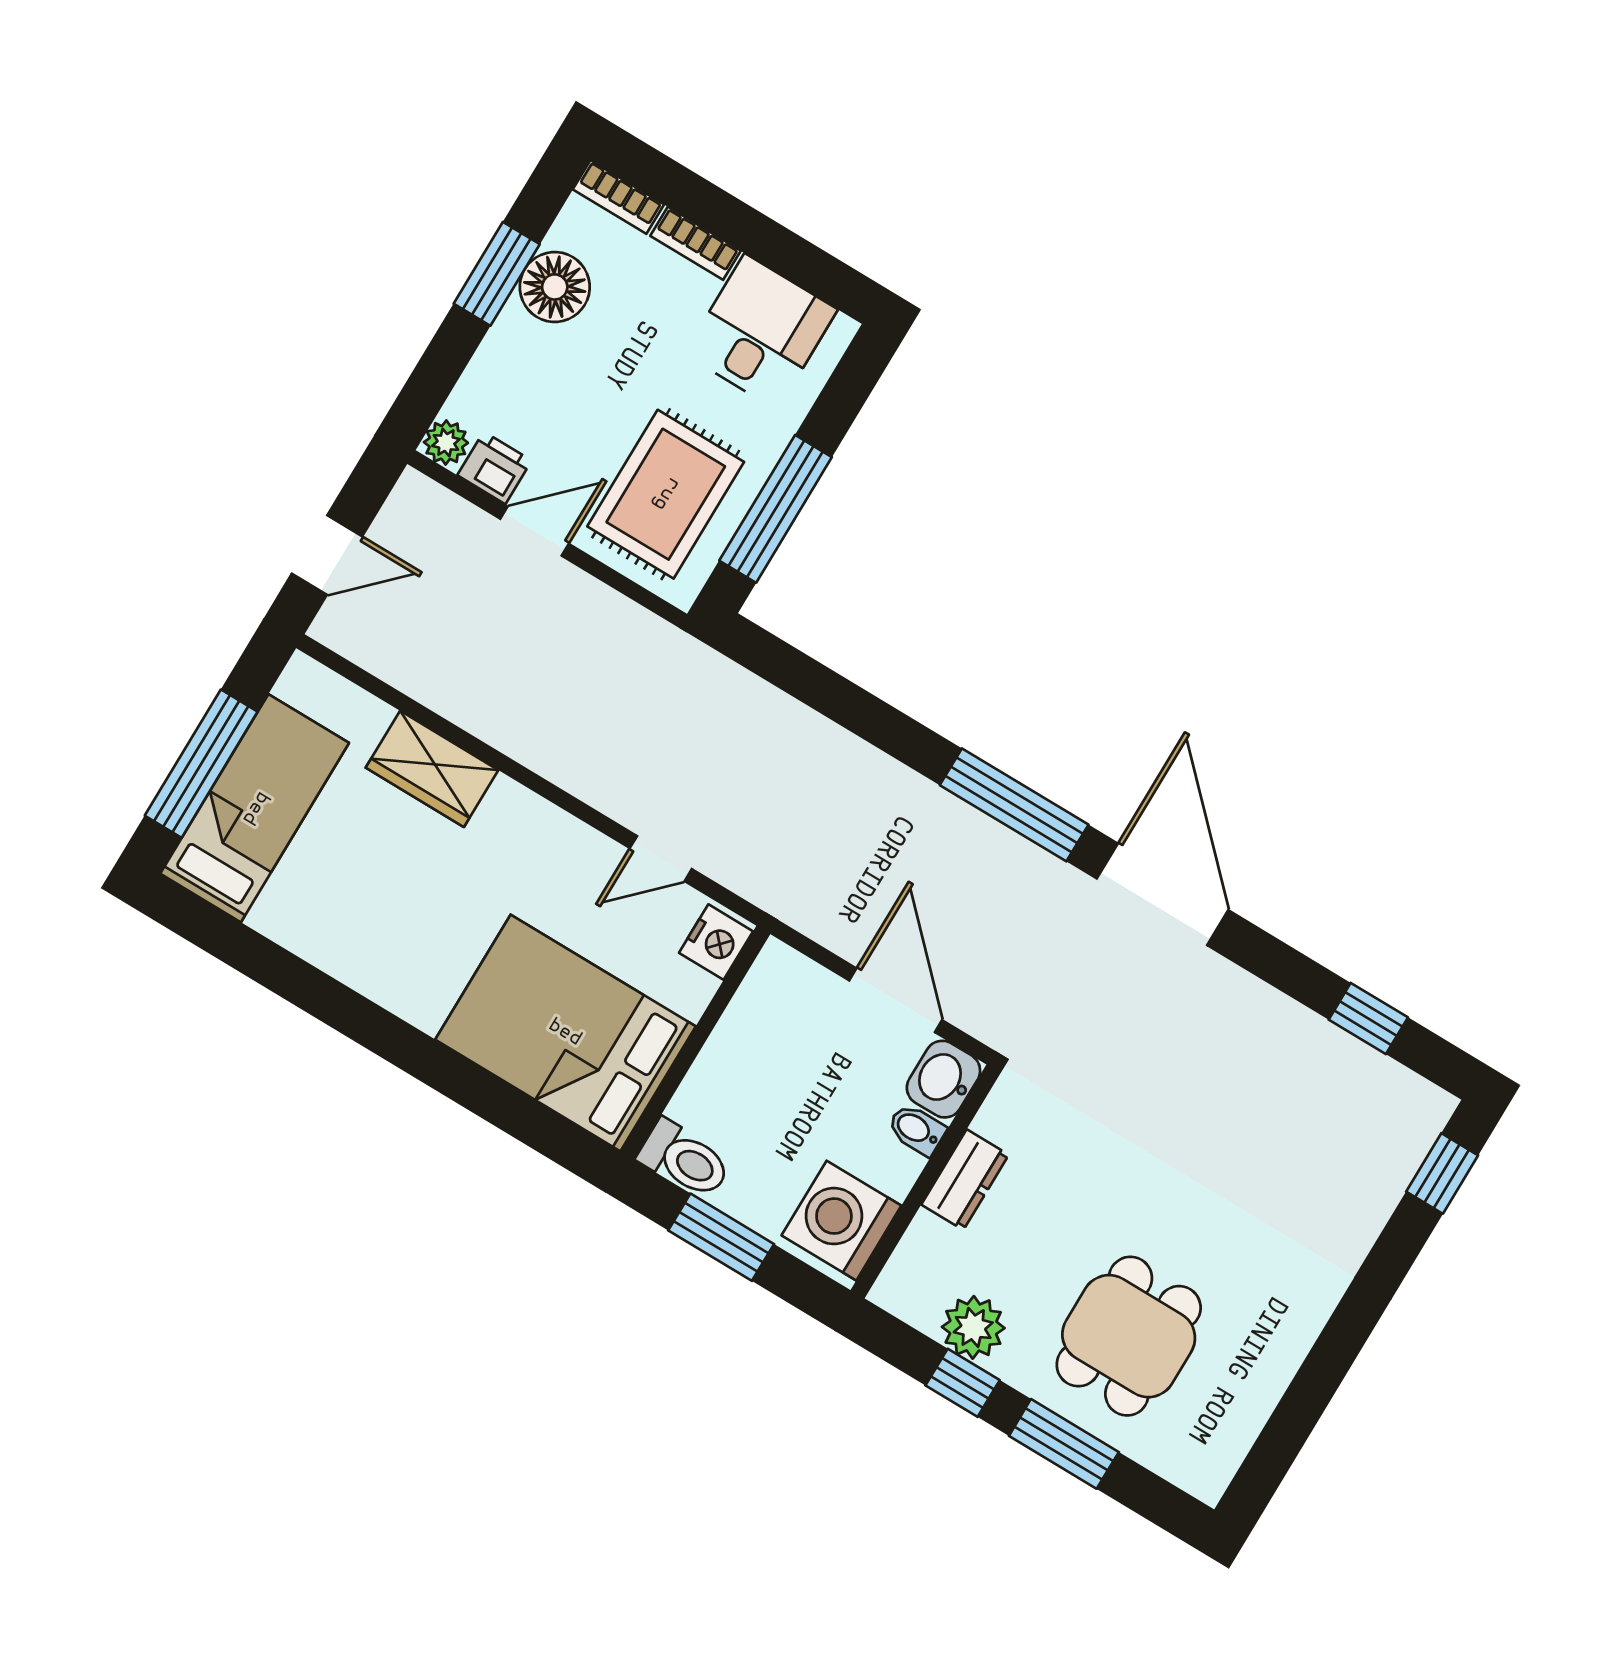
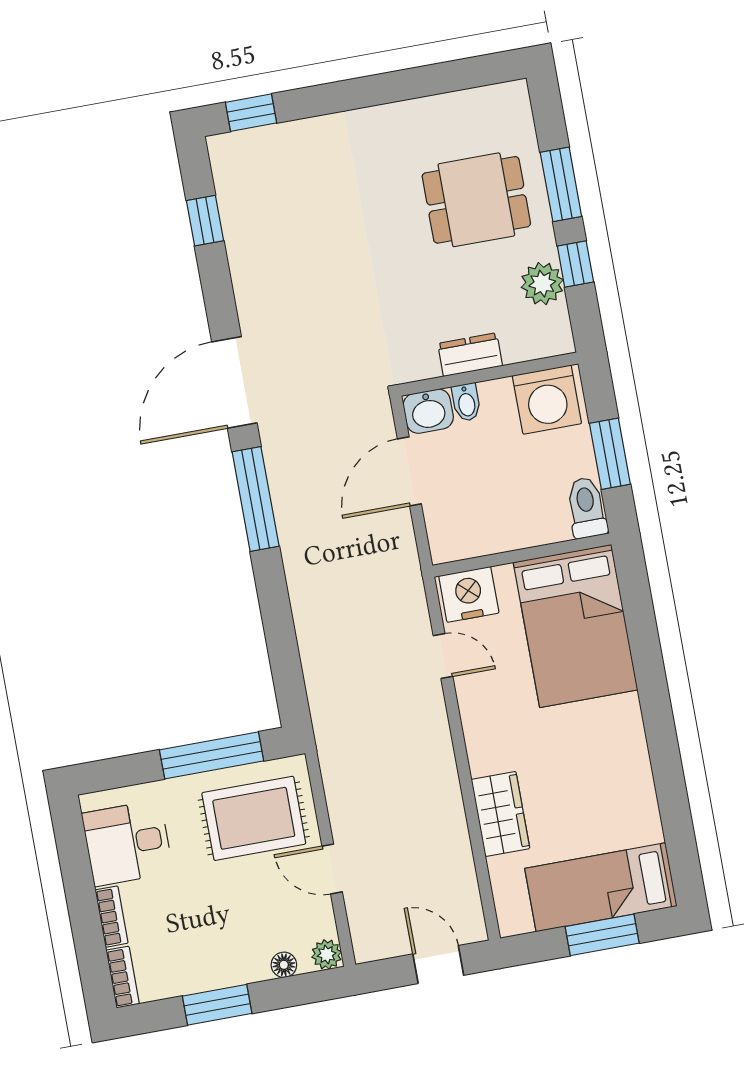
floor lamp: (555, 287) -> (284, 965), moved, width x0.53, depth x0.53
printer: (494, 468) -> (318, 918), removed
window: (201, 764) -> (602, 935), width x0.69
nightstand: (716, 942) -> (469, 594), width x1.36, depth x1.33

